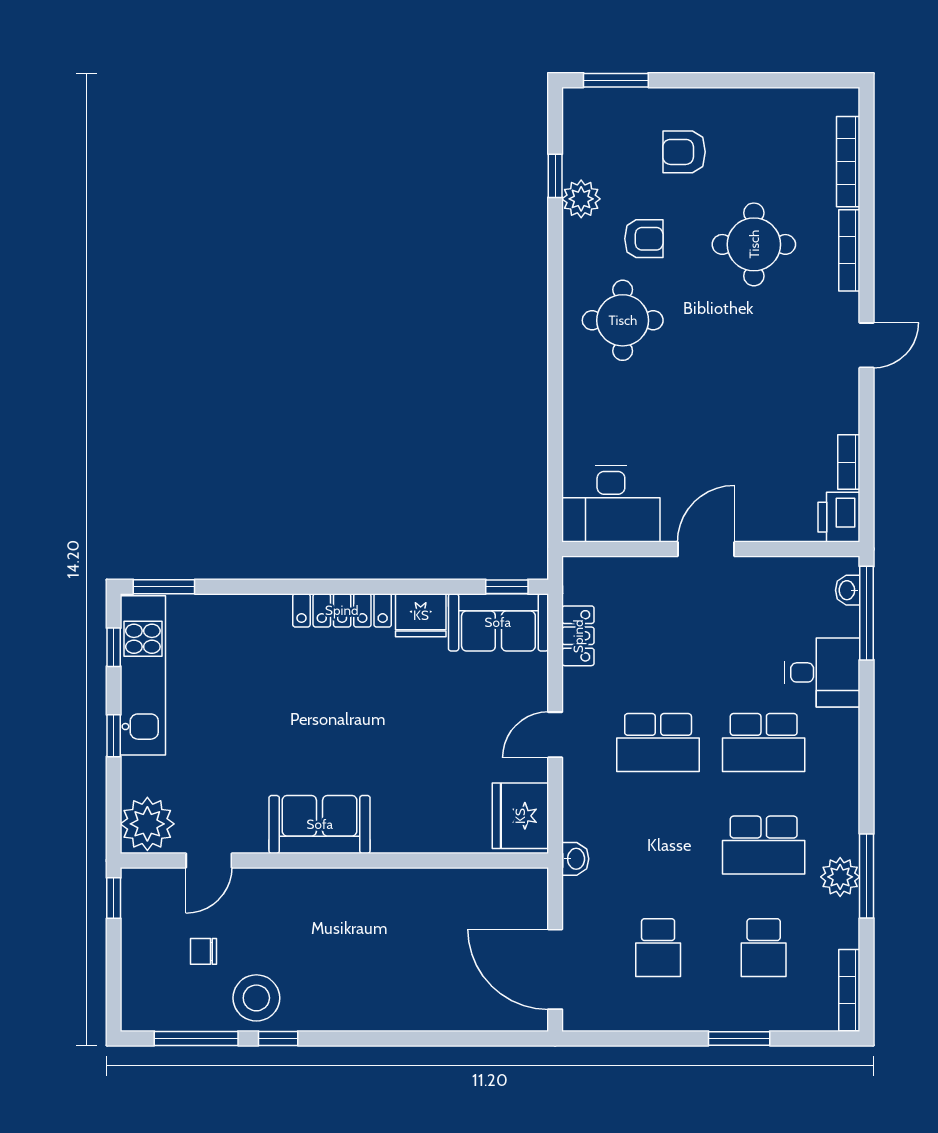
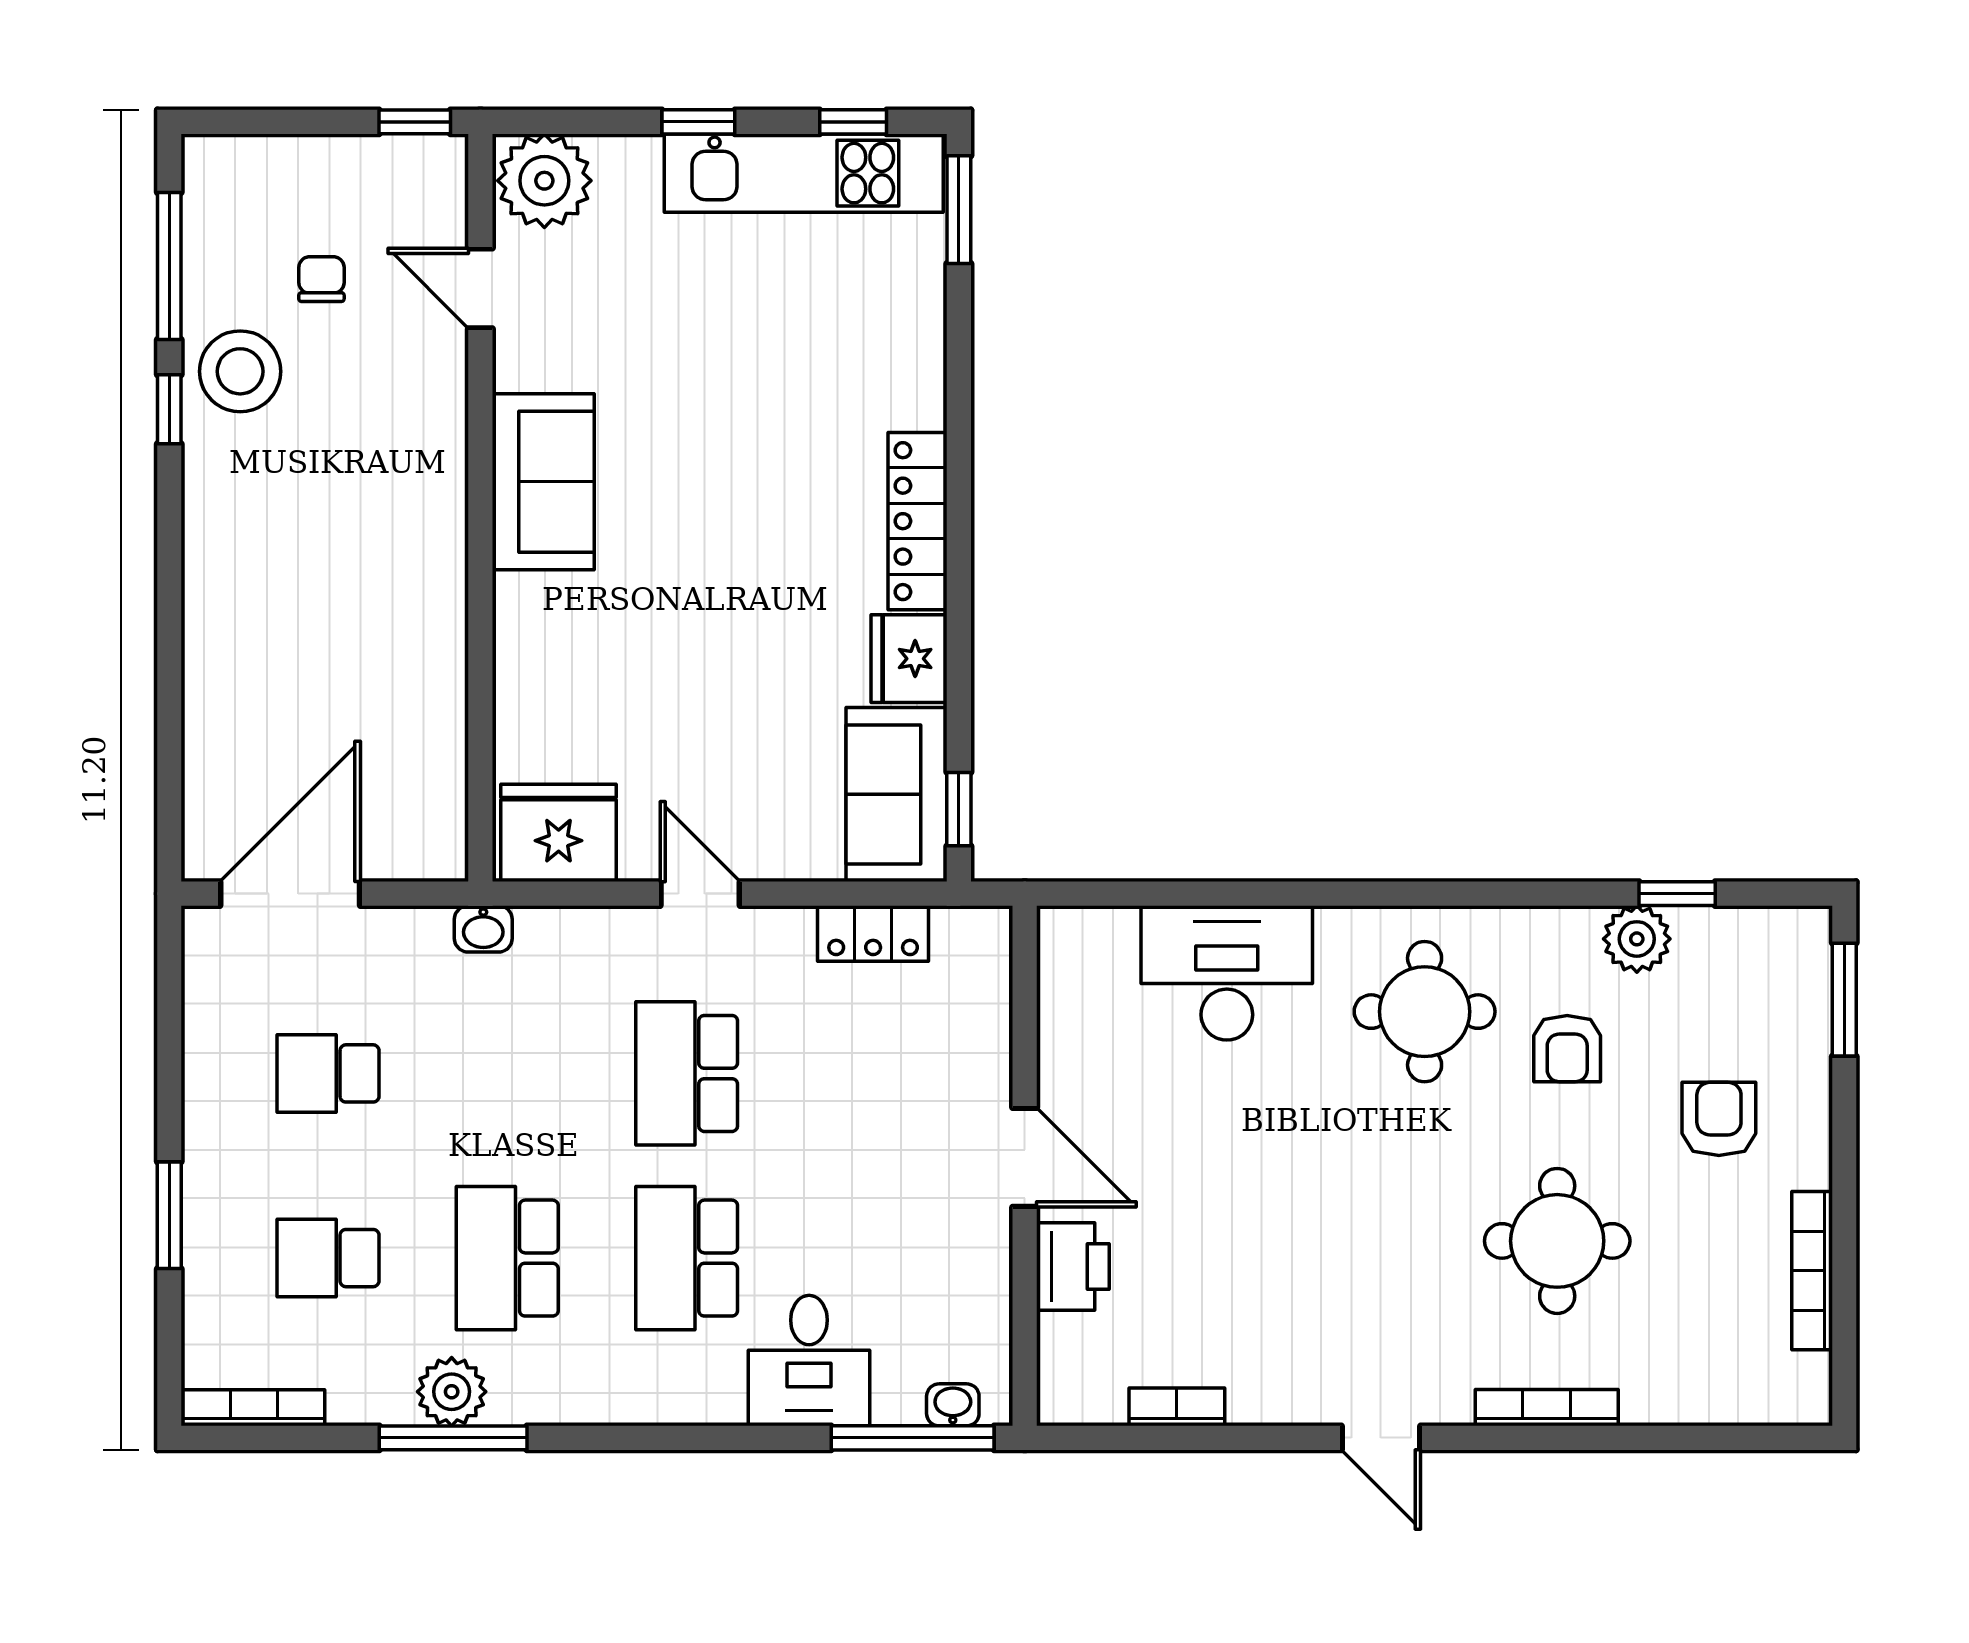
bookcase: (848, 162) -> (1812, 1271), moved, turned -90
desk: (611, 504) -> (1227, 973), moved, turned 90
printer: (839, 517) -> (1073, 1267), moved, turned 90

